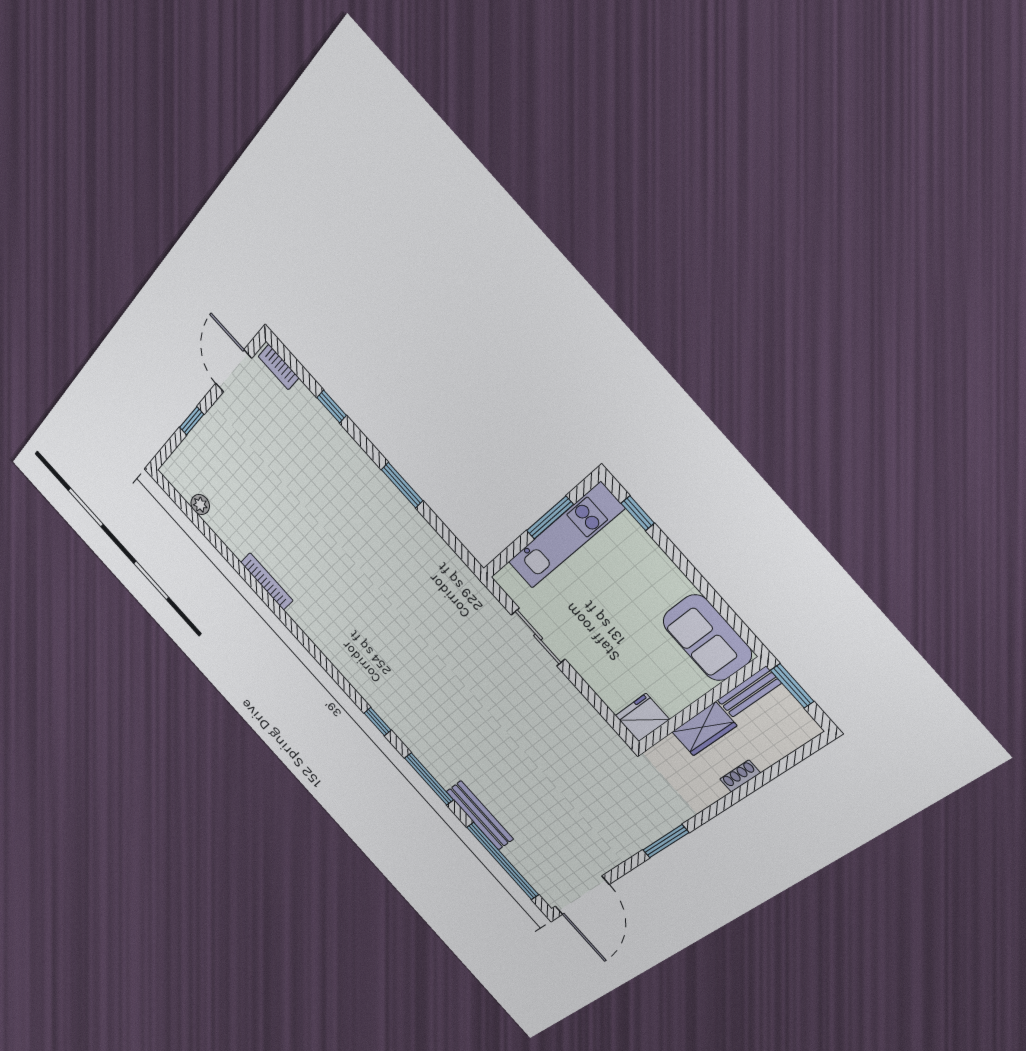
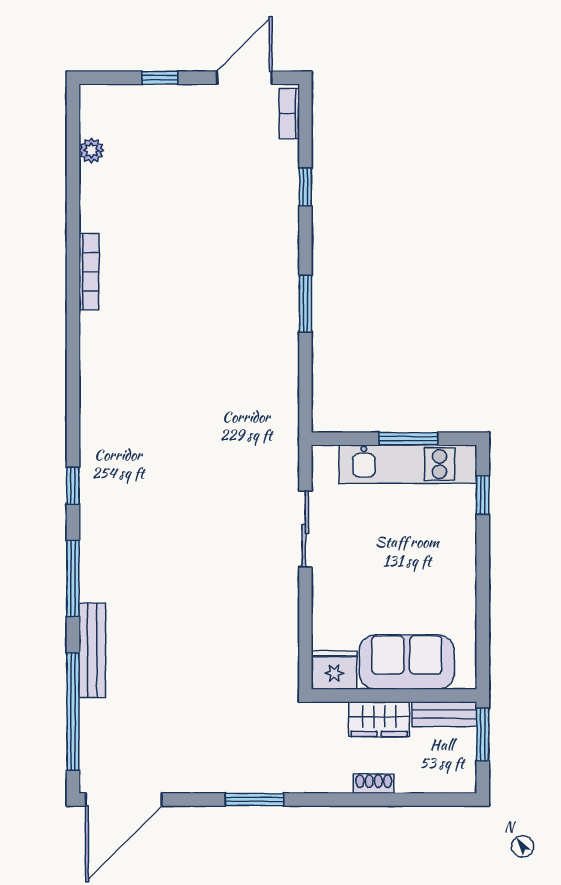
sofa: (707, 638) -> (407, 662), moved, turned 90

